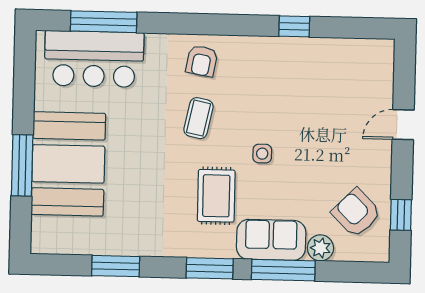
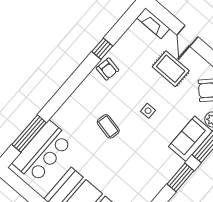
armchair: (202, 61) -> (108, 69), moved
fireplace: (383, 66) -> (153, 23), added
rug: (216, 196) -> (171, 69), moved

